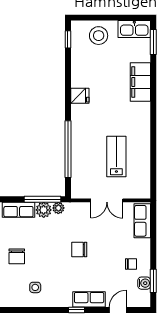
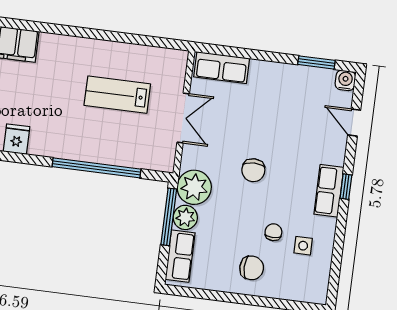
plant: (58, 208) -> (194, 187), width x1.87, depth x1.87
chair: (131, 264) -> (273, 232), moved
water cooler: (144, 283) -> (345, 80), moved
row of seats: (89, 299) -> (329, 191), moved

